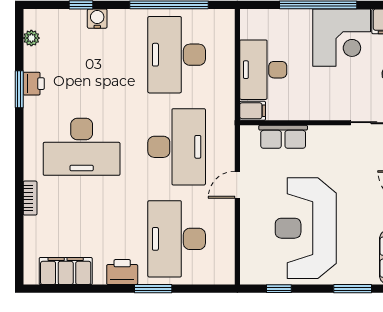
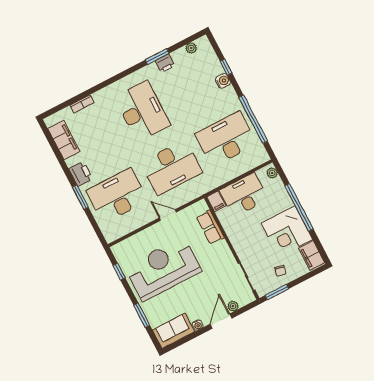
plant: (254, 17) -> (272, 173), added
desk: (82, 147) -> (142, 111), turned 180
bookcase: (30, 198) -> (82, 104), moved

